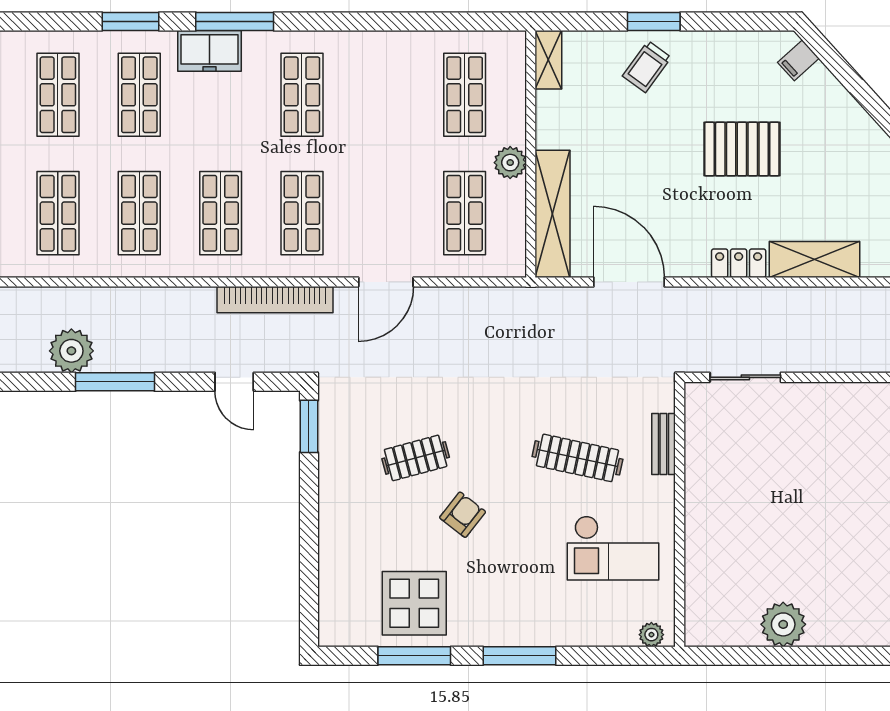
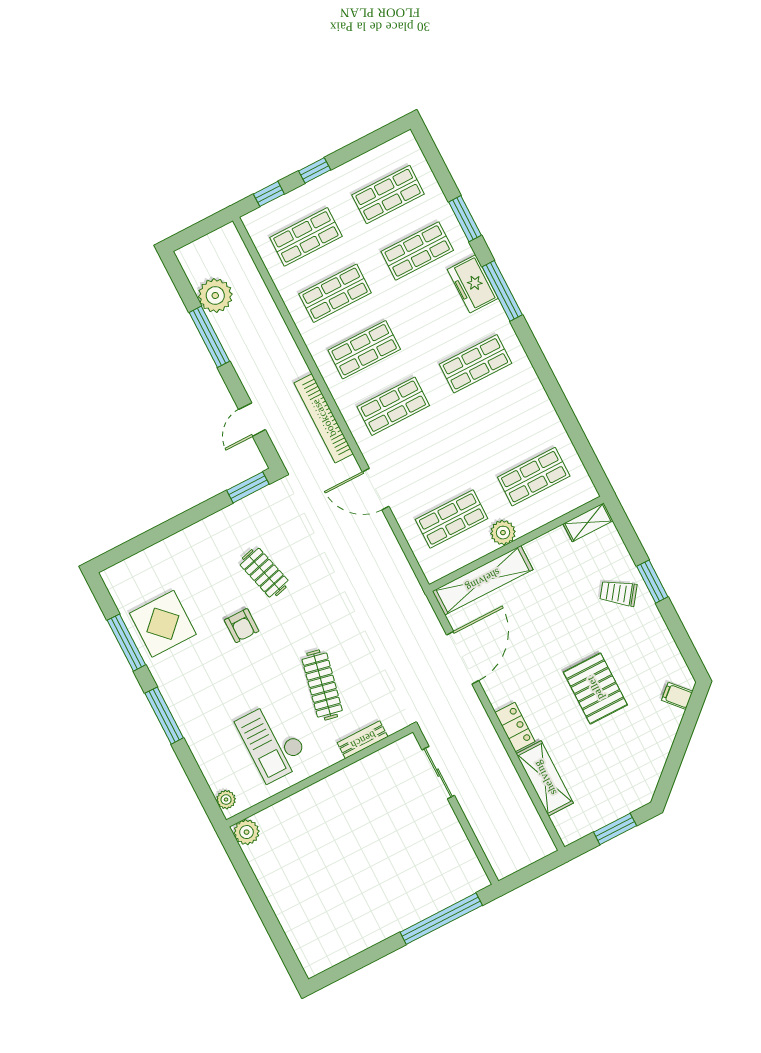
armchair: (463, 515) -> (242, 626), turned 52
plant: (783, 624) -> (247, 832), moved, width x0.73, depth x0.73

